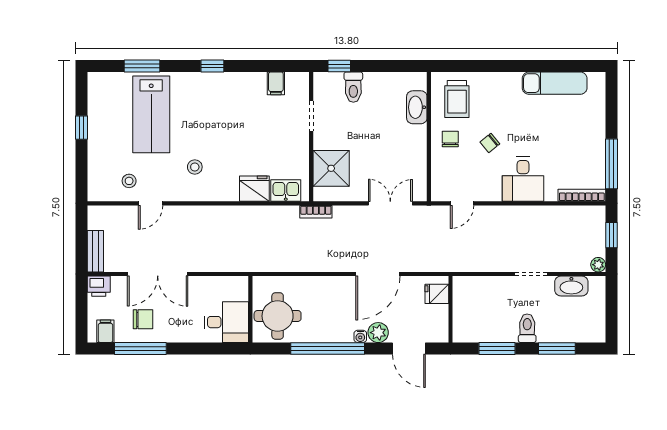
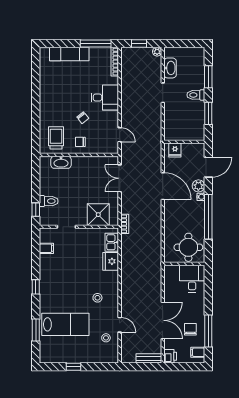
exam couch: (555, 83) -> (69, 54), moved, turned 90
trolley: (457, 99) -> (56, 138), turned -90

